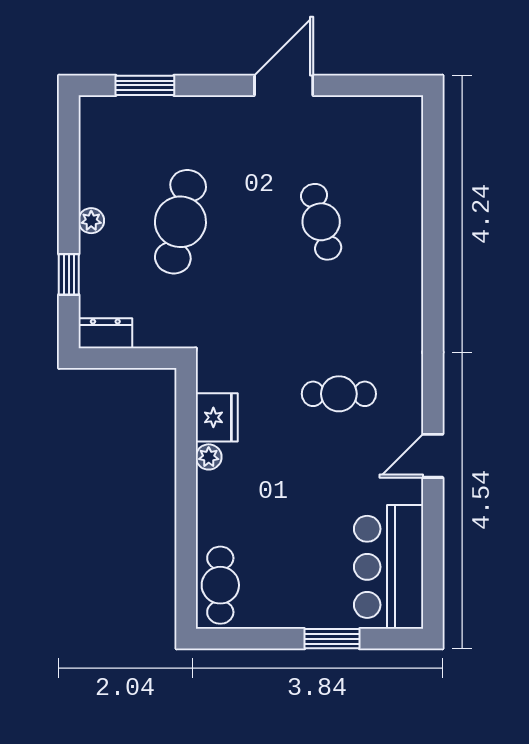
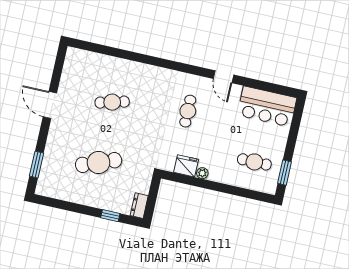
plant: (91, 221) -> (89, 201), removed
cafe table: (180, 222) -> (99, 163), turned -33
cafe table: (220, 585) -> (254, 162), moved
window: (332, 639) -> (285, 173), moved

